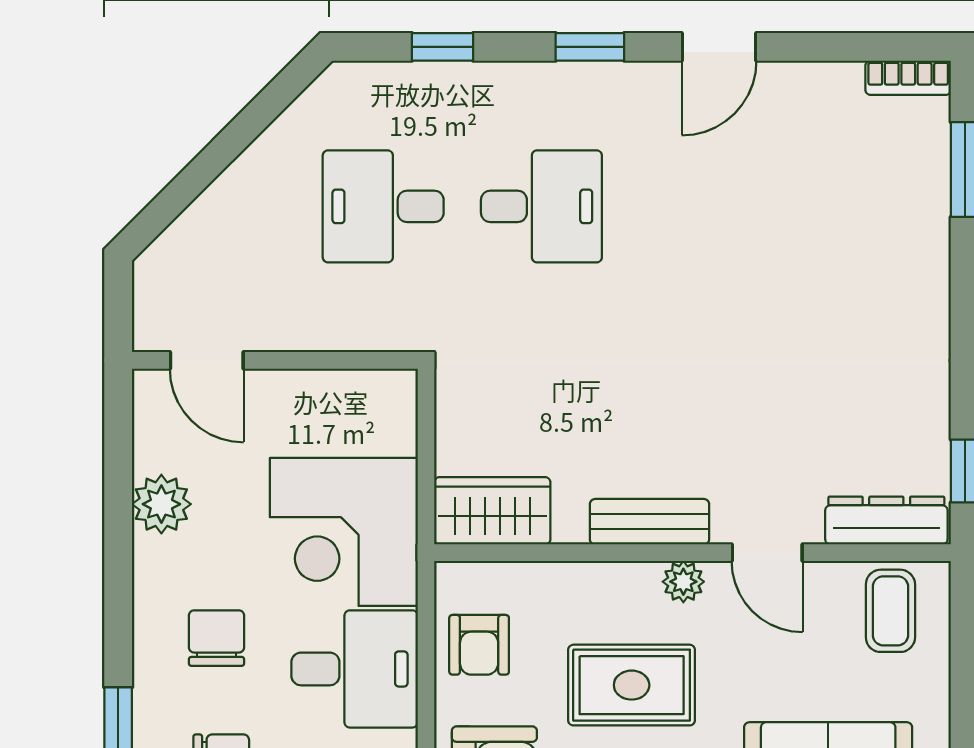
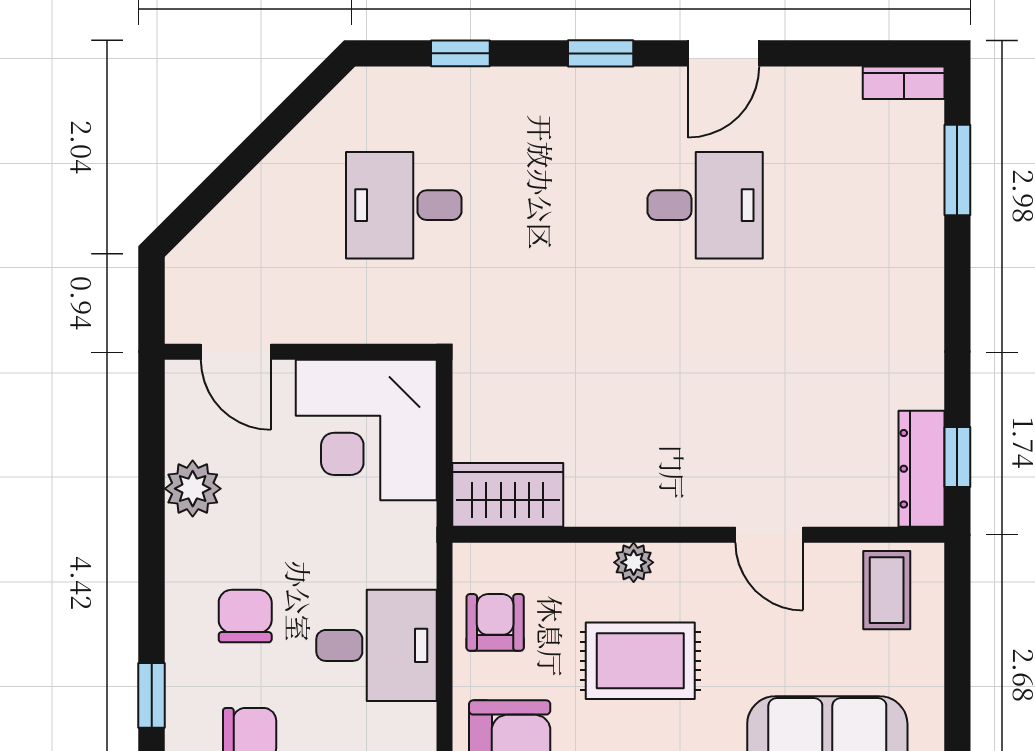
desk: (541, 206) -> (705, 205), moved
dresser: (886, 521) -> (922, 469), moved, turned -90
bench: (650, 522) -> (657, 505), removed
corner desk: (344, 532) -> (366, 430), moved
plant: (683, 582) -> (634, 562), moved
armchair: (479, 645) -> (495, 622), turned 180

